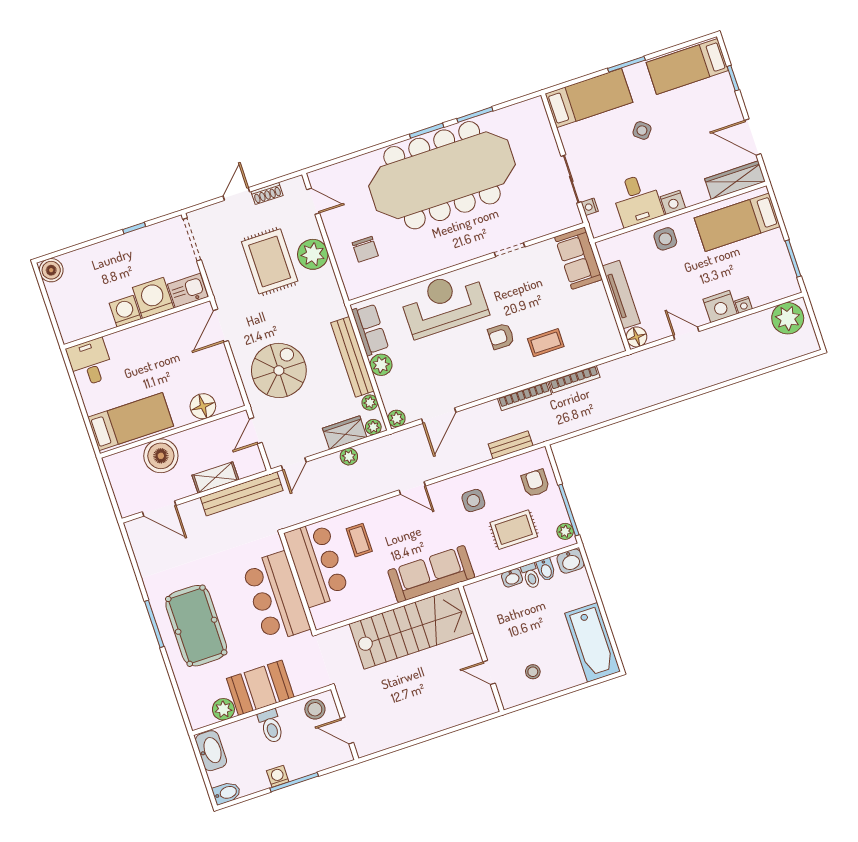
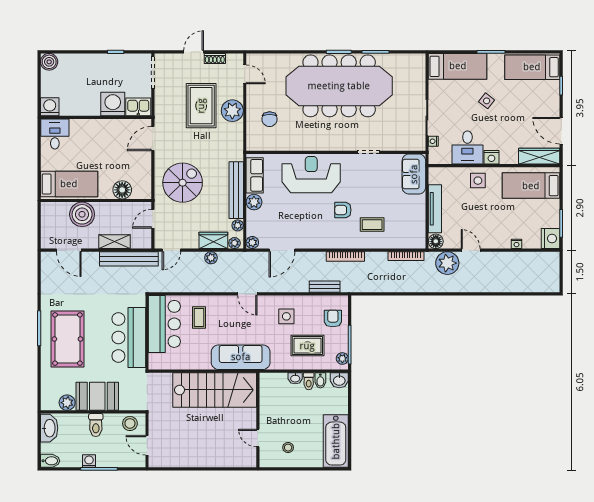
nightstand: (720, 307) -> (551, 239), moved, turned -90
washing machine: (125, 311) -> (50, 107), moved
plant: (788, 318) -> (447, 263), moved
bookcase: (574, 379) -> (406, 256), moved

